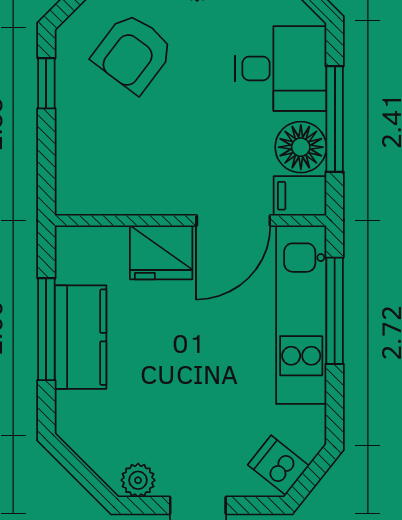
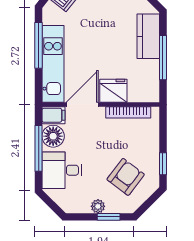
bookcase: (127, 202) -> (128, 112), added
window: (335, 311) -> (39, 45), moved
kitchen counter: (81, 337) -> (148, 36), moved

